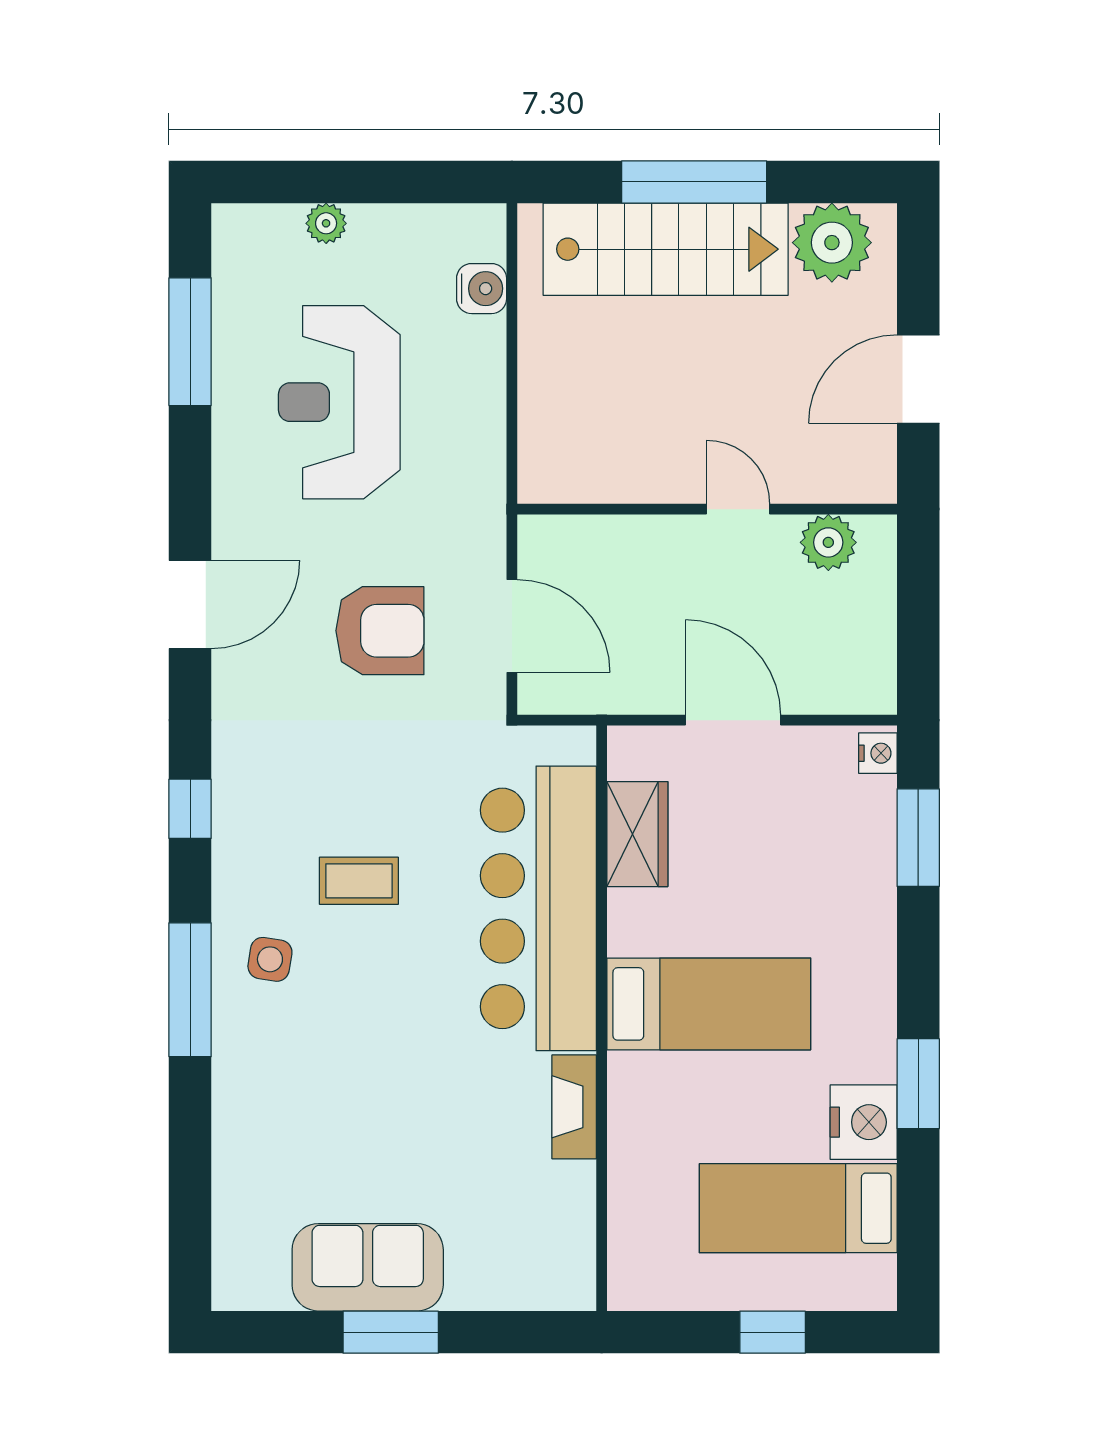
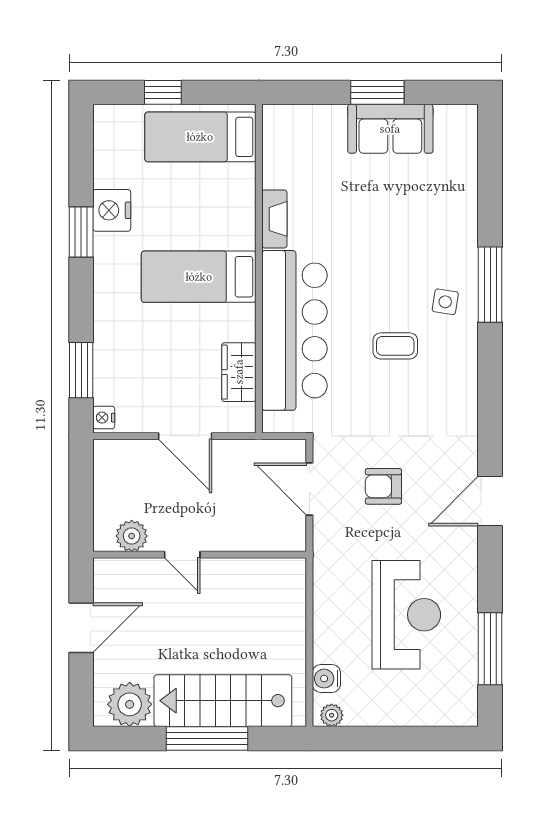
plant: (326, 223) -> (332, 715), moved
armchair: (380, 631) -> (383, 486), width x0.72, depth x0.72
window: (190, 809) -> (490, 386), removed
bed: (798, 1208) -> (200, 137), moved, turned 180

